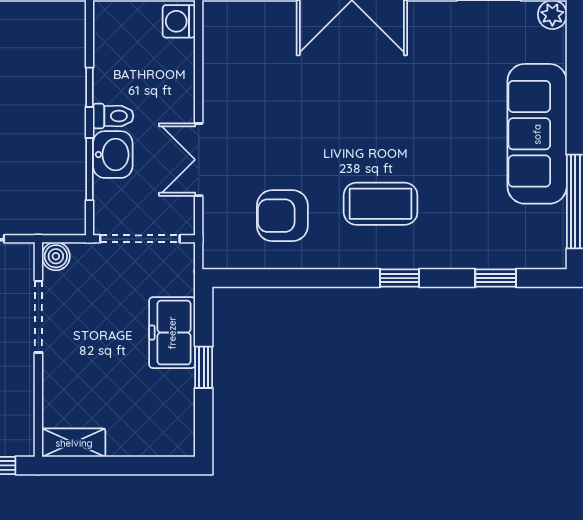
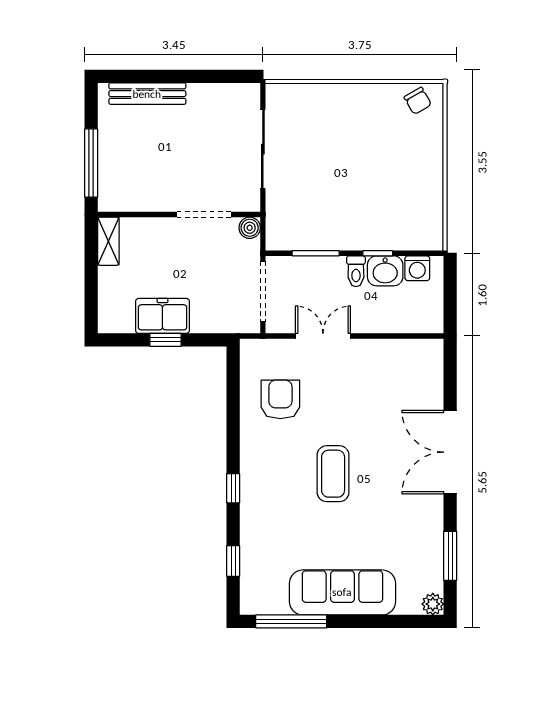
washing machine: (179, 21) -> (417, 268), moved, turned 180
washbasin: (113, 155) -> (385, 271), moved
coffee table: (381, 204) -> (333, 474), moved
freezer: (172, 333) -> (162, 316), moved

